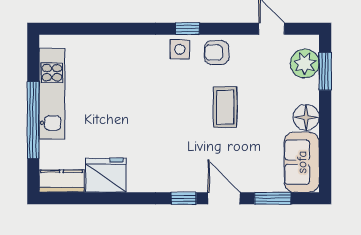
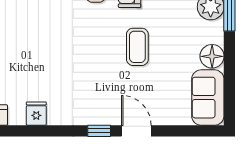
fridge: (106, 175) -> (36, 114), width x0.53, depth x0.75
window: (273, 198) -> (181, 131), removed

